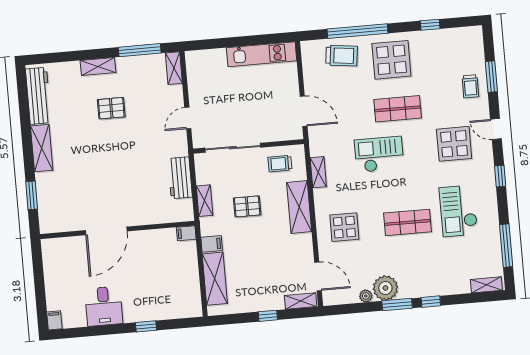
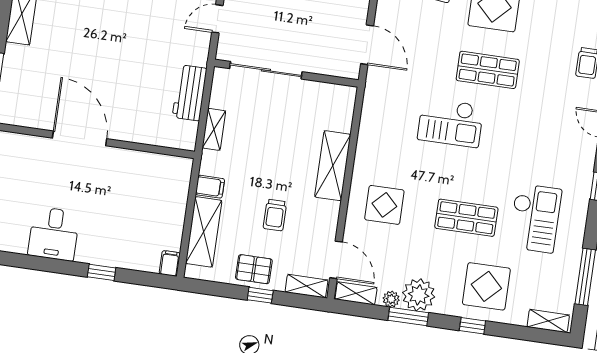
display table: (454, 144) -> (486, 286), moved
checkout: (379, 154) -> (450, 122), turned 180
trolley: (280, 164) -> (275, 215), moved, turned -90
shelving: (318, 172) -> (356, 293), moved, turned 90
pallet: (247, 206) -> (254, 269), moved
checkout: (458, 211) -> (535, 218), turned 180
door: (106, 231) -> (80, 138), swing flipped
filing cabinet: (186, 233) -> (170, 263), moved, turned 90
window: (397, 305) -> (408, 317), moved

